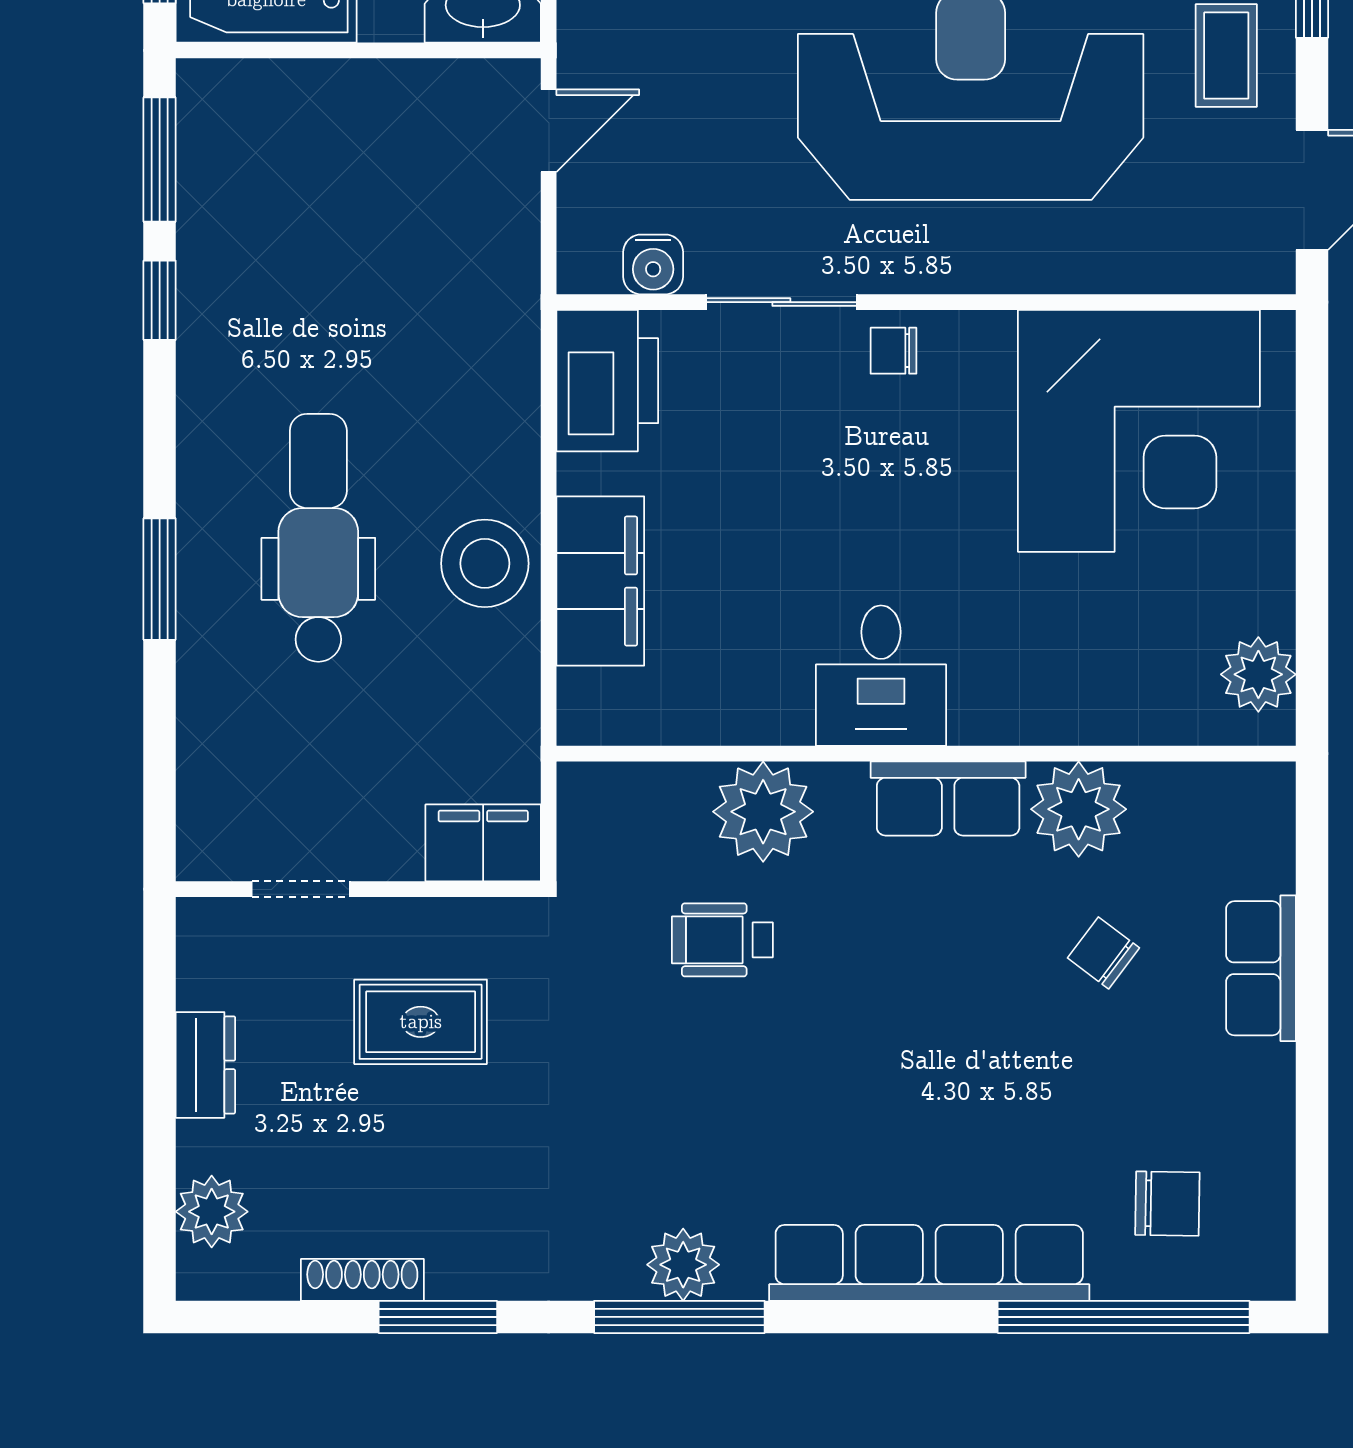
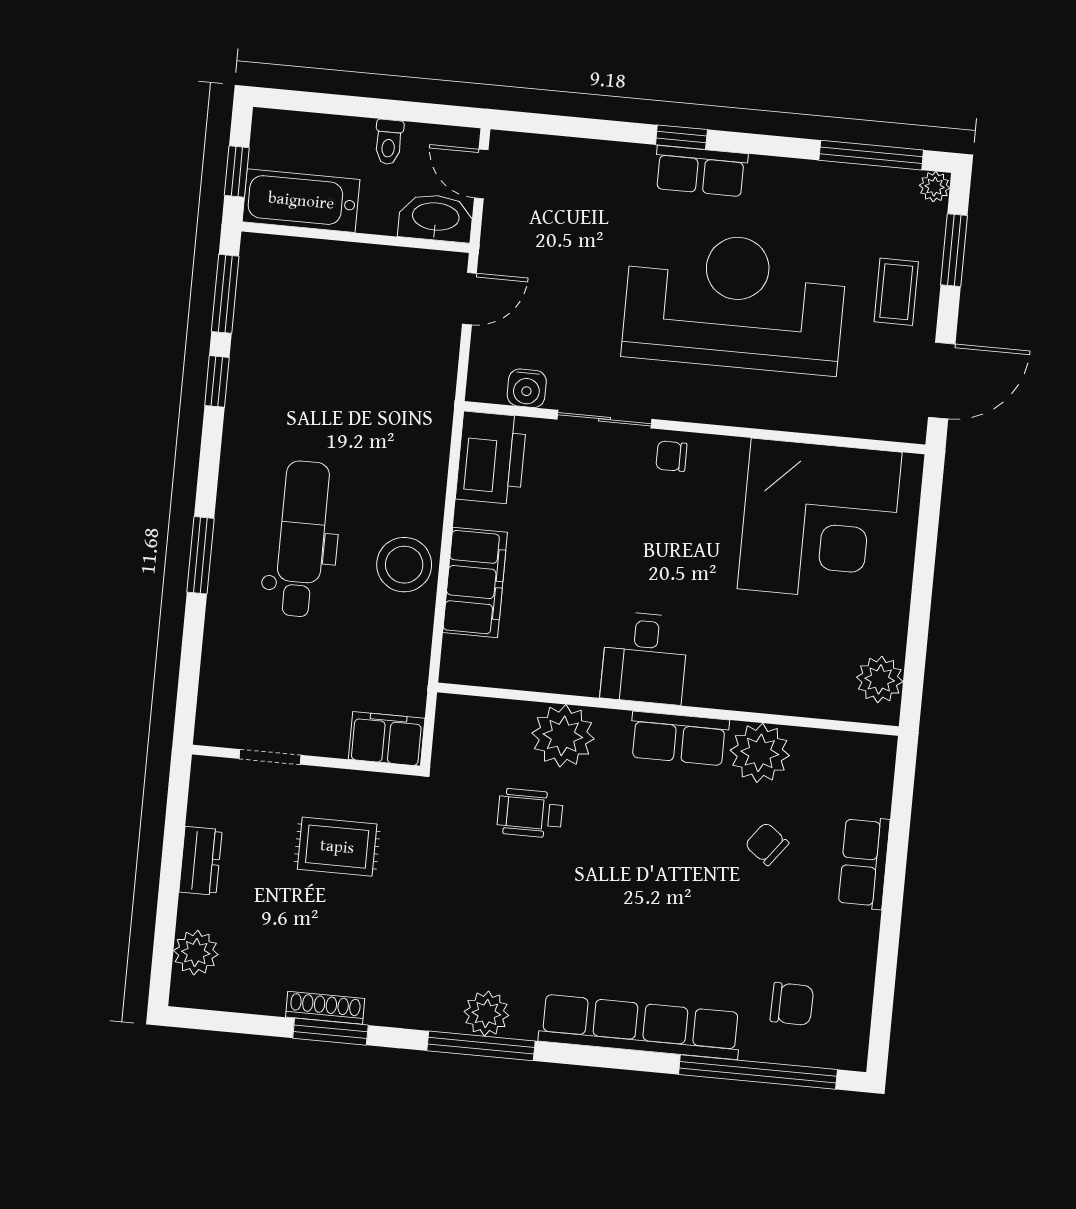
shoe rack: (362, 1280) -> (325, 1008), moved

